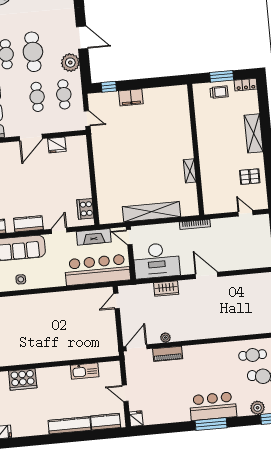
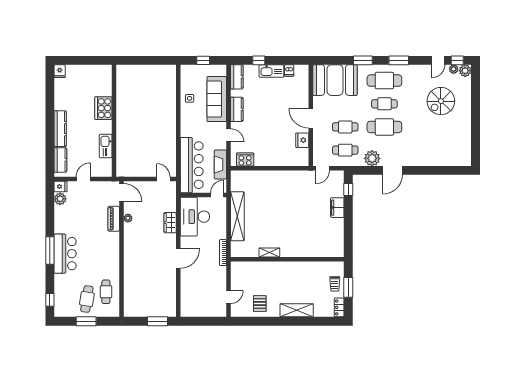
cooker: (23, 379) -> (103, 108), moved
plant: (258, 408) -> (60, 199), moved

